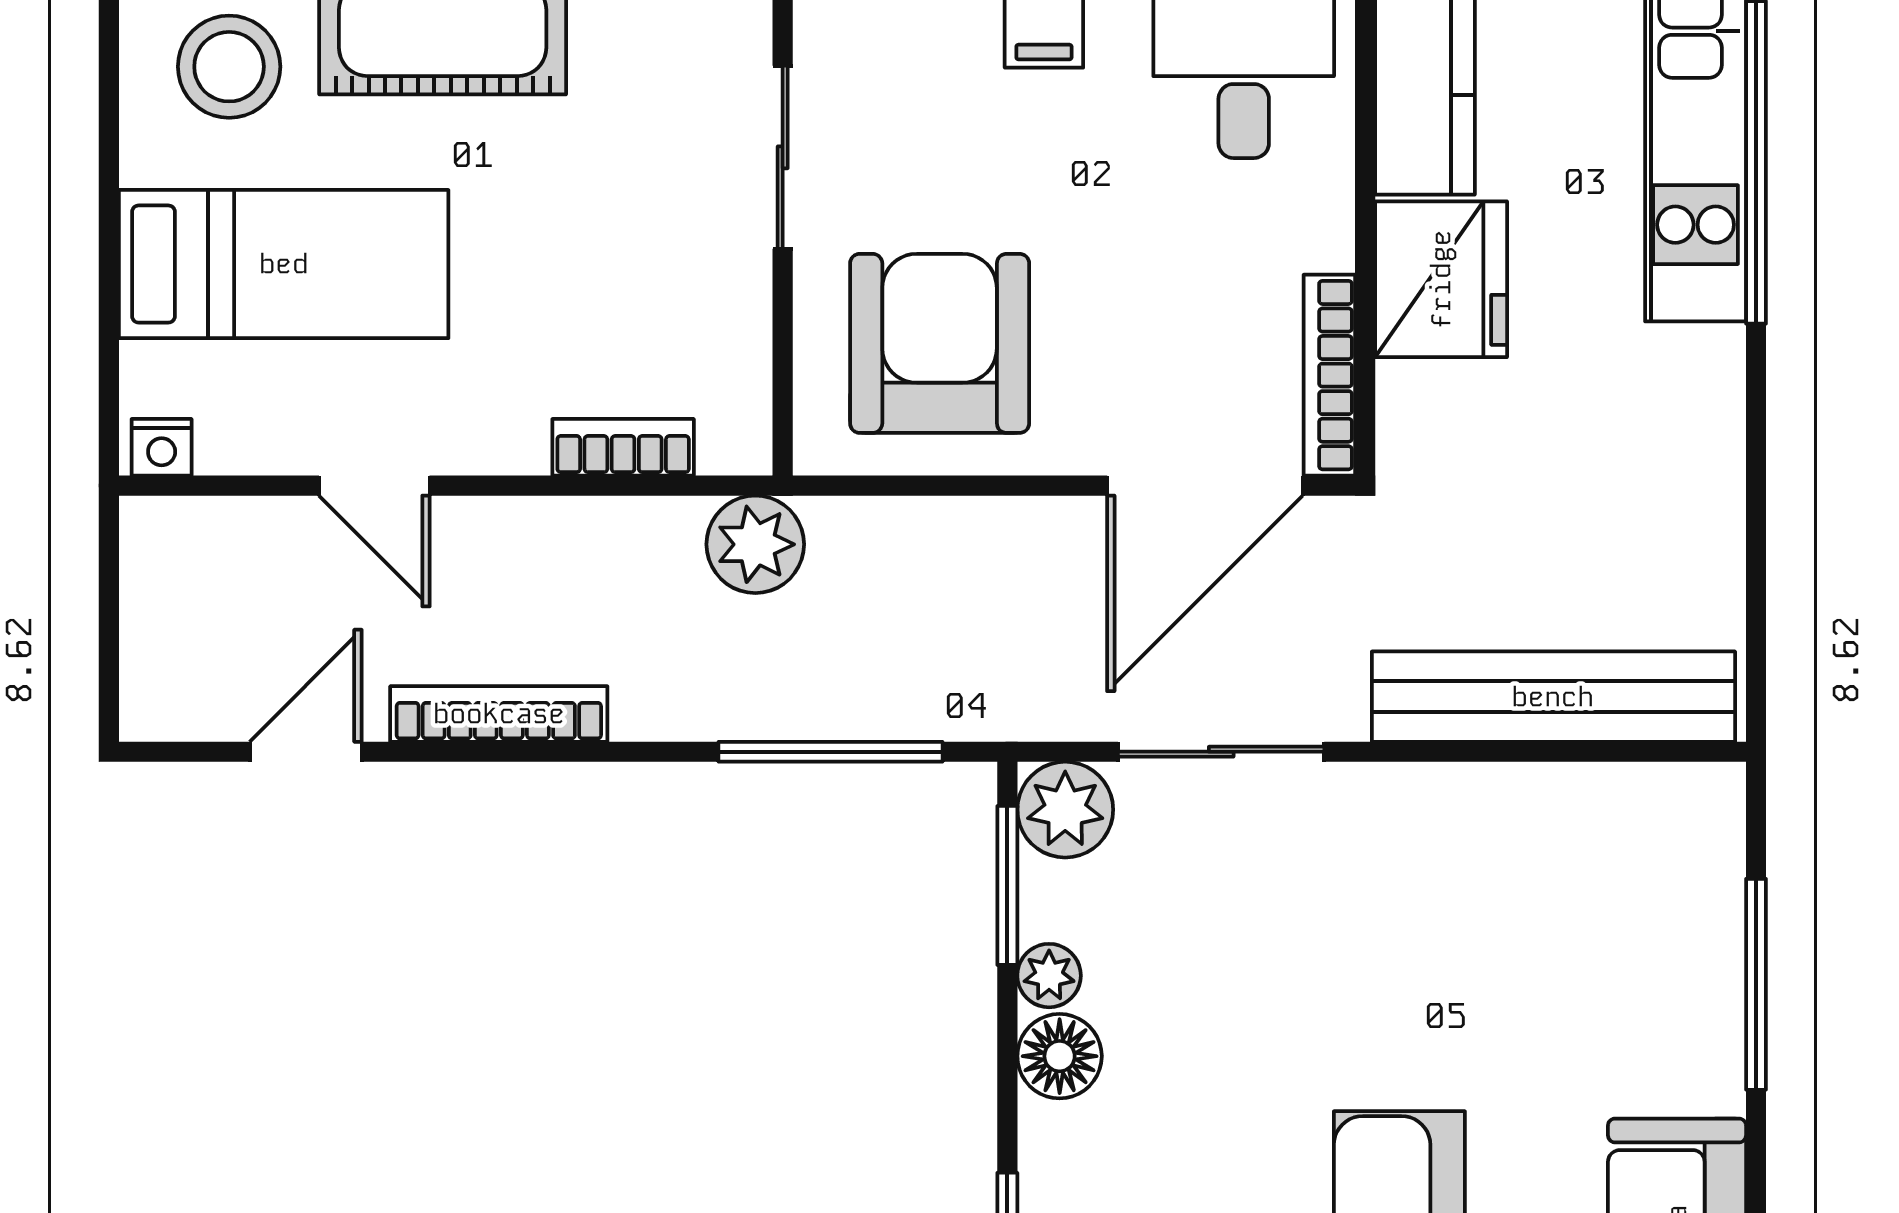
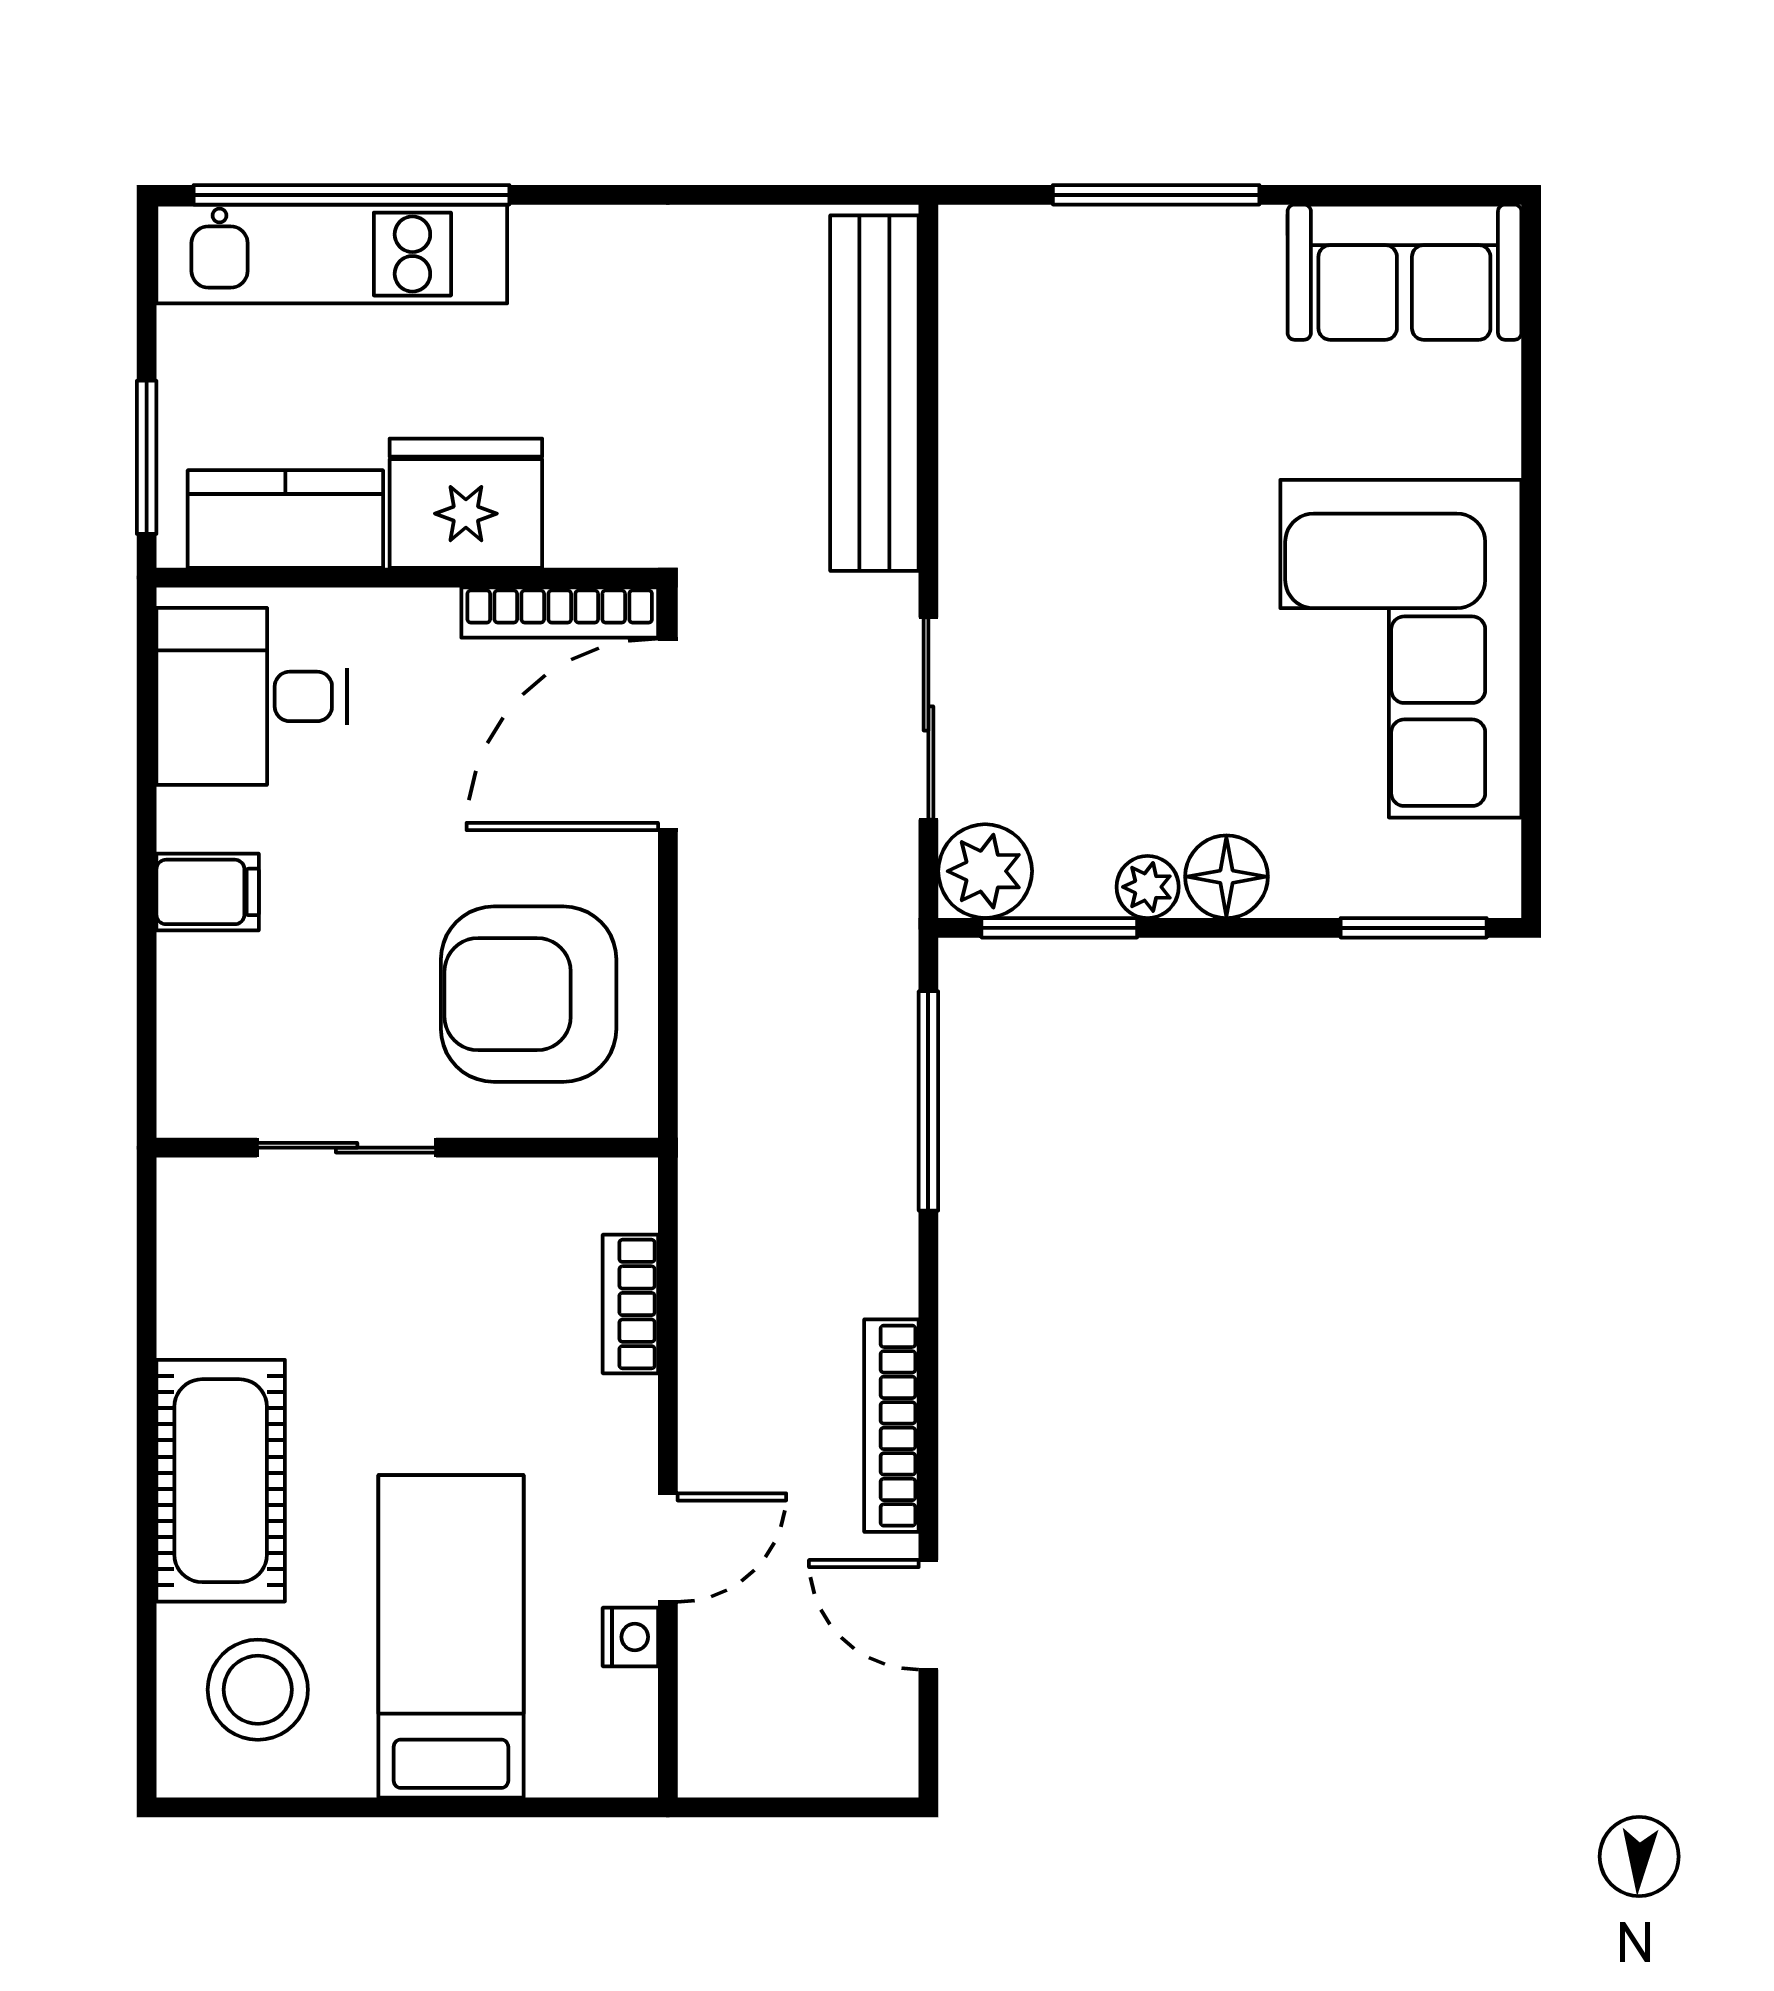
nightstand: (162, 447) -> (630, 1637), moved
door: (1205, 486) -> (668, 734), swing flipped
plant: (755, 544) -> (725, 1175), removed

